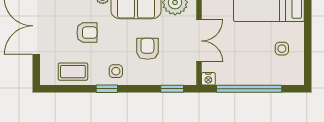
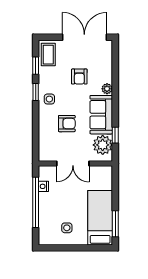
coffee table: (73, 72) -> (48, 55), moved
nightstand: (208, 79) -> (43, 186), moved
window: (172, 89) -> (36, 66), moved

